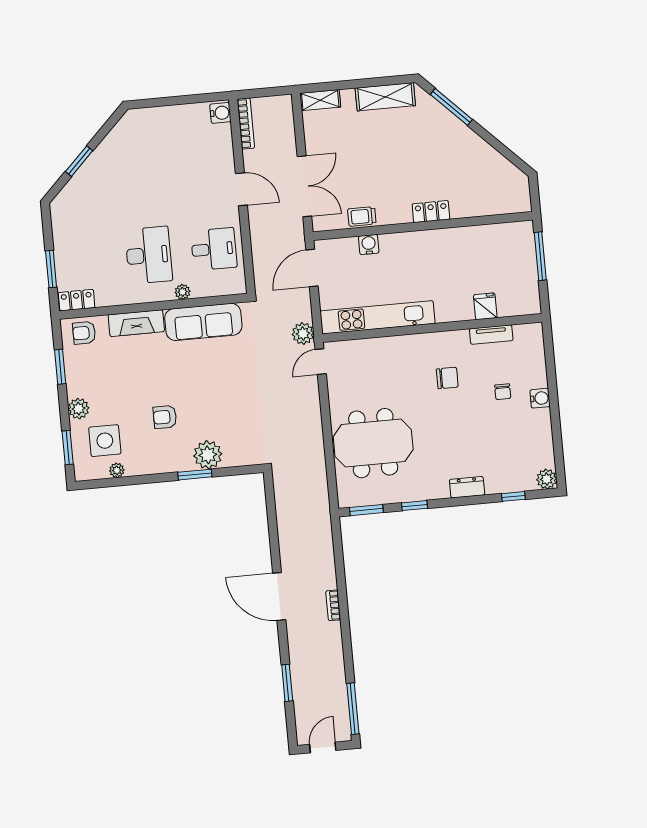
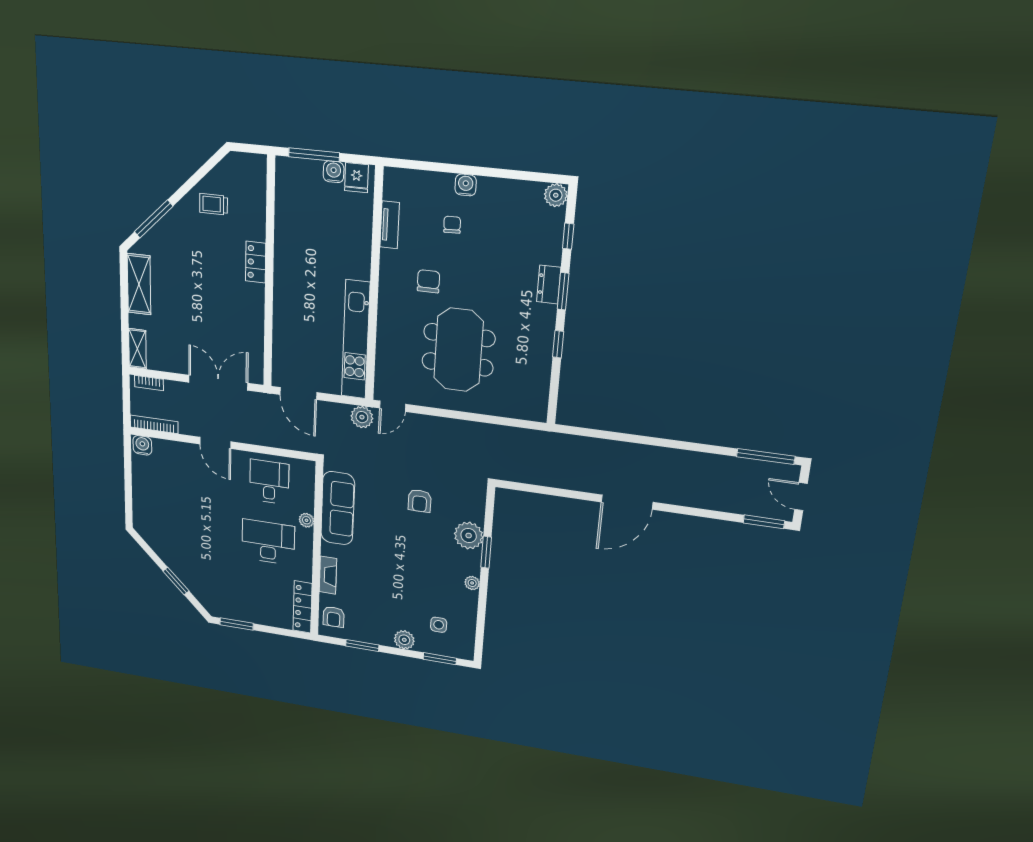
door: (241, 189) -> (215, 443), swing flipped
trolley: (362, 216) -> (214, 204), moved, turned 90
water cooler: (369, 245) -> (334, 172), moved, turned 90
window: (51, 269) -> (237, 624), moved
locker: (77, 300) -> (303, 607), width x1.53
fridge: (485, 306) -> (356, 178), moved, turned -90
fireplace: (136, 323) -> (328, 575), width x0.73, depth x0.76
door: (321, 362) -> (393, 406), hinge flipped
chair: (503, 392) -> (452, 225), turned -92
armchair: (165, 417) -> (420, 501), moved
side table: (105, 441) -> (439, 625), width x0.54, depth x0.54
meeting table: (373, 443) -> (458, 350), moved
plant: (117, 470) -> (472, 583), moved
window: (366, 510) -> (563, 291), moved
bookcase: (333, 605) -> (149, 383), moved
window: (287, 683) -> (764, 522), moved

